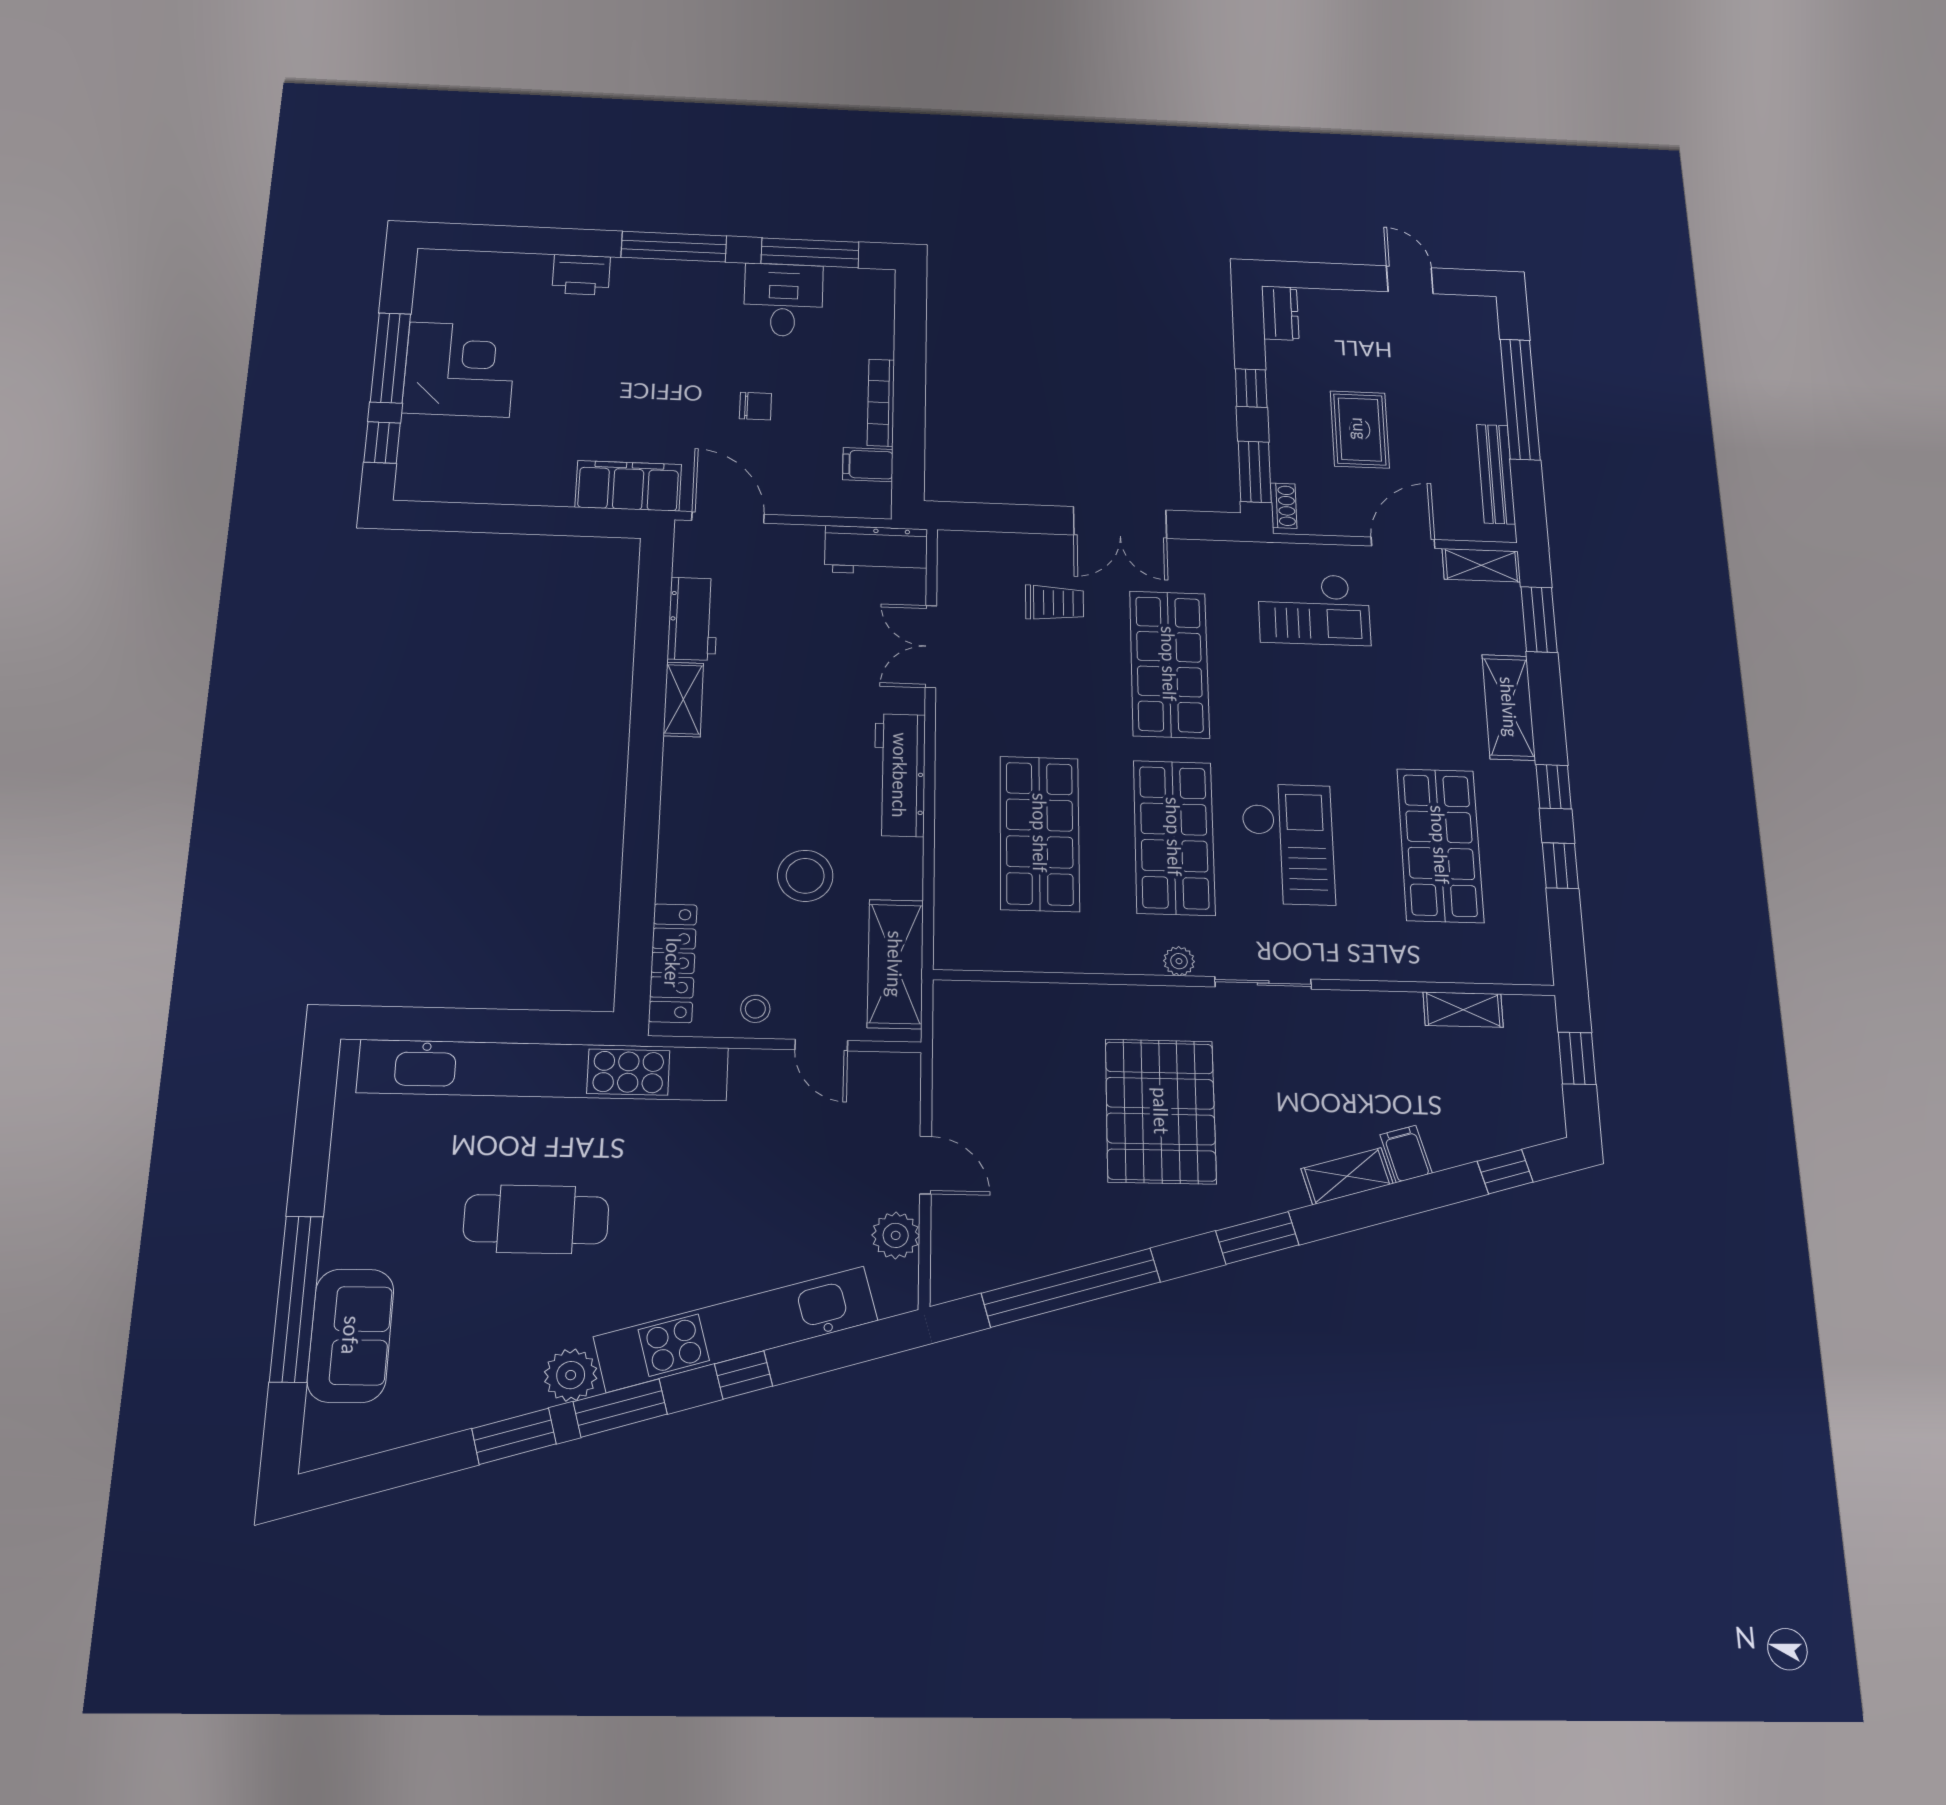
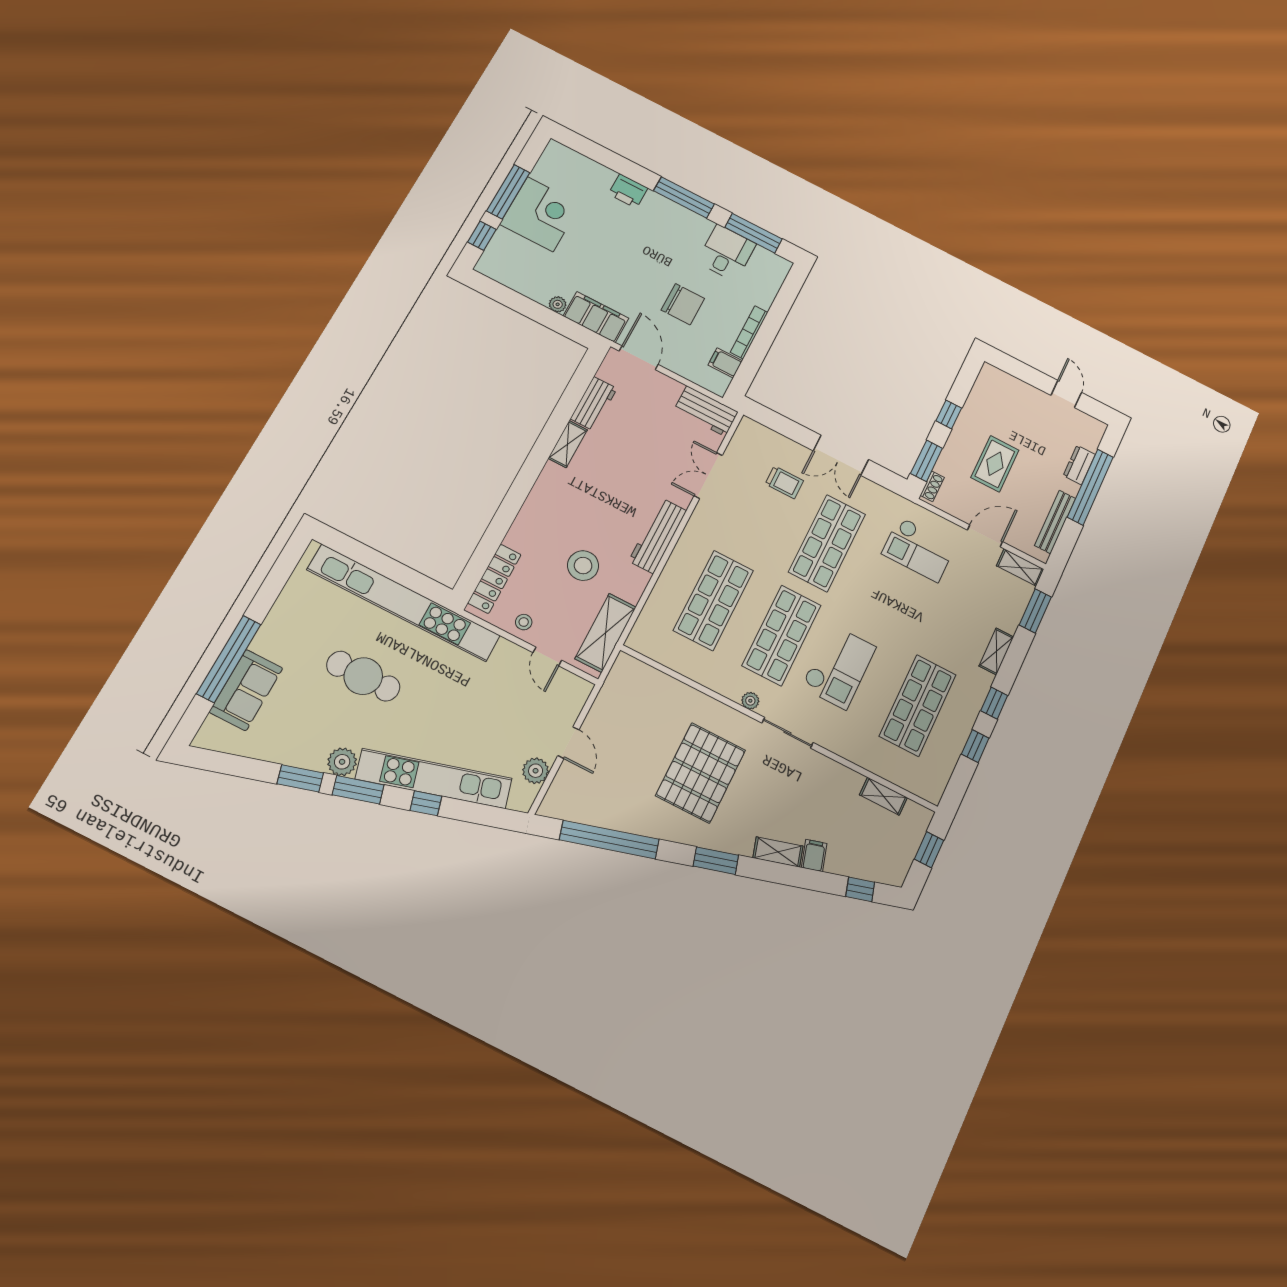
dresser: (1280, 313) -> (1079, 465), moved, turned 180
chair: (756, 406) -> (683, 304), width x1.87, depth x1.87
plant: (557, 493) -> (558, 304), added
shelving: (1509, 707) -> (996, 651), width x0.67, depth x0.75

